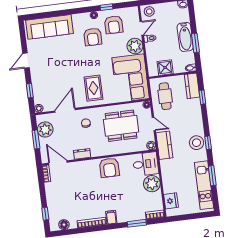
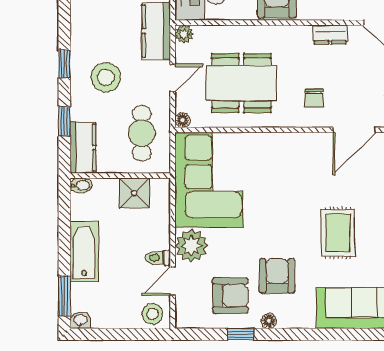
armchair: (114, 25) -> (230, 296), turned 90
window: (195, 43) -> (64, 296), moved
rug: (93, 88) -> (338, 233), moved
door: (154, 124) -> (173, 78), swing flipped
stool: (196, 143) -> (106, 77), moved
window: (208, 143) -> (64, 64), moved

